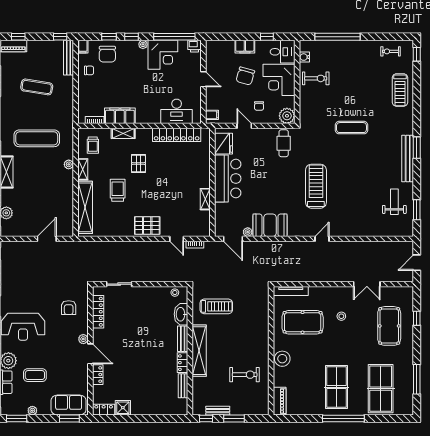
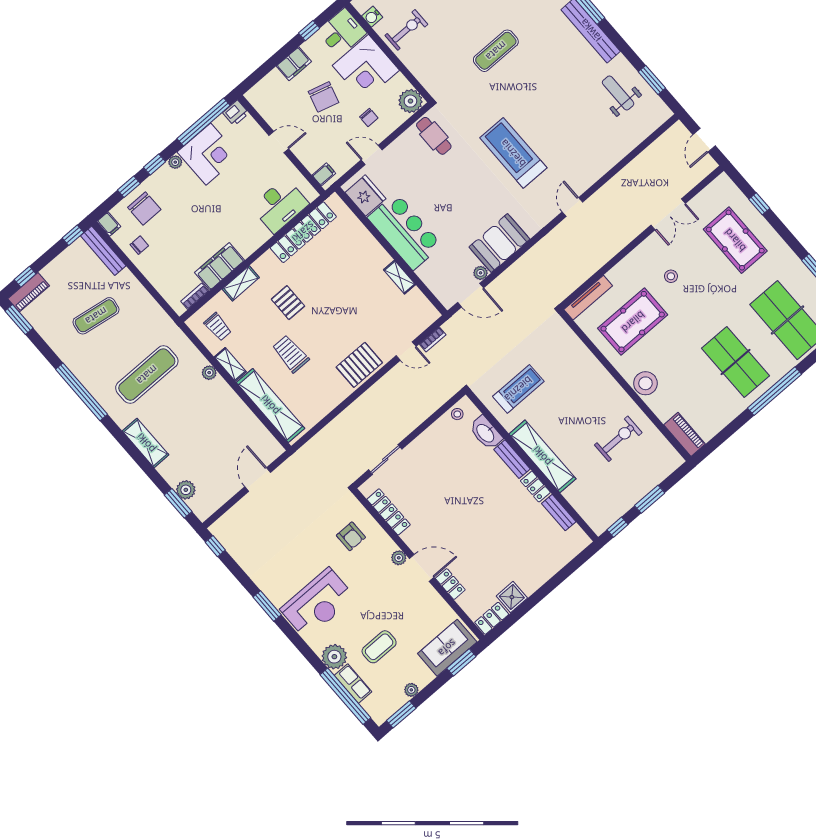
bench: (218, 411) -> (623, 506), removed

